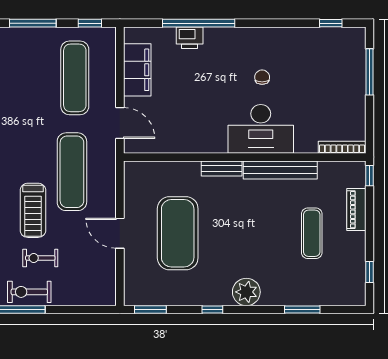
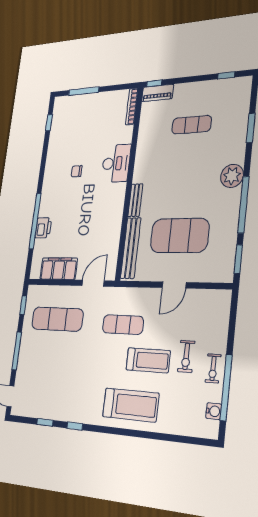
desk: (261, 129) -> (116, 163), width x0.73, depth x0.77
bench: (280, 170) -> (131, 248), moved
exercise mat: (72, 172) -> (123, 325), width x0.73, depth x0.69
piano: (356, 210) -> (158, 93), moved
exercise bike: (29, 292) -> (213, 368), width x0.73, depth x0.72
window: (212, 309) -> (243, 205), width x3.17

